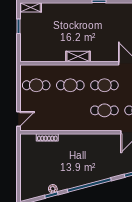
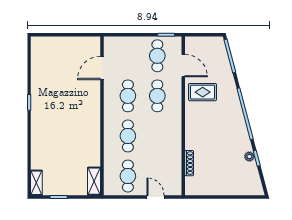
shelving: (78, 56) -> (94, 181), moved
door: (18, 119) -> (156, 197), moved
rug: (108, 149) -> (203, 92), added

